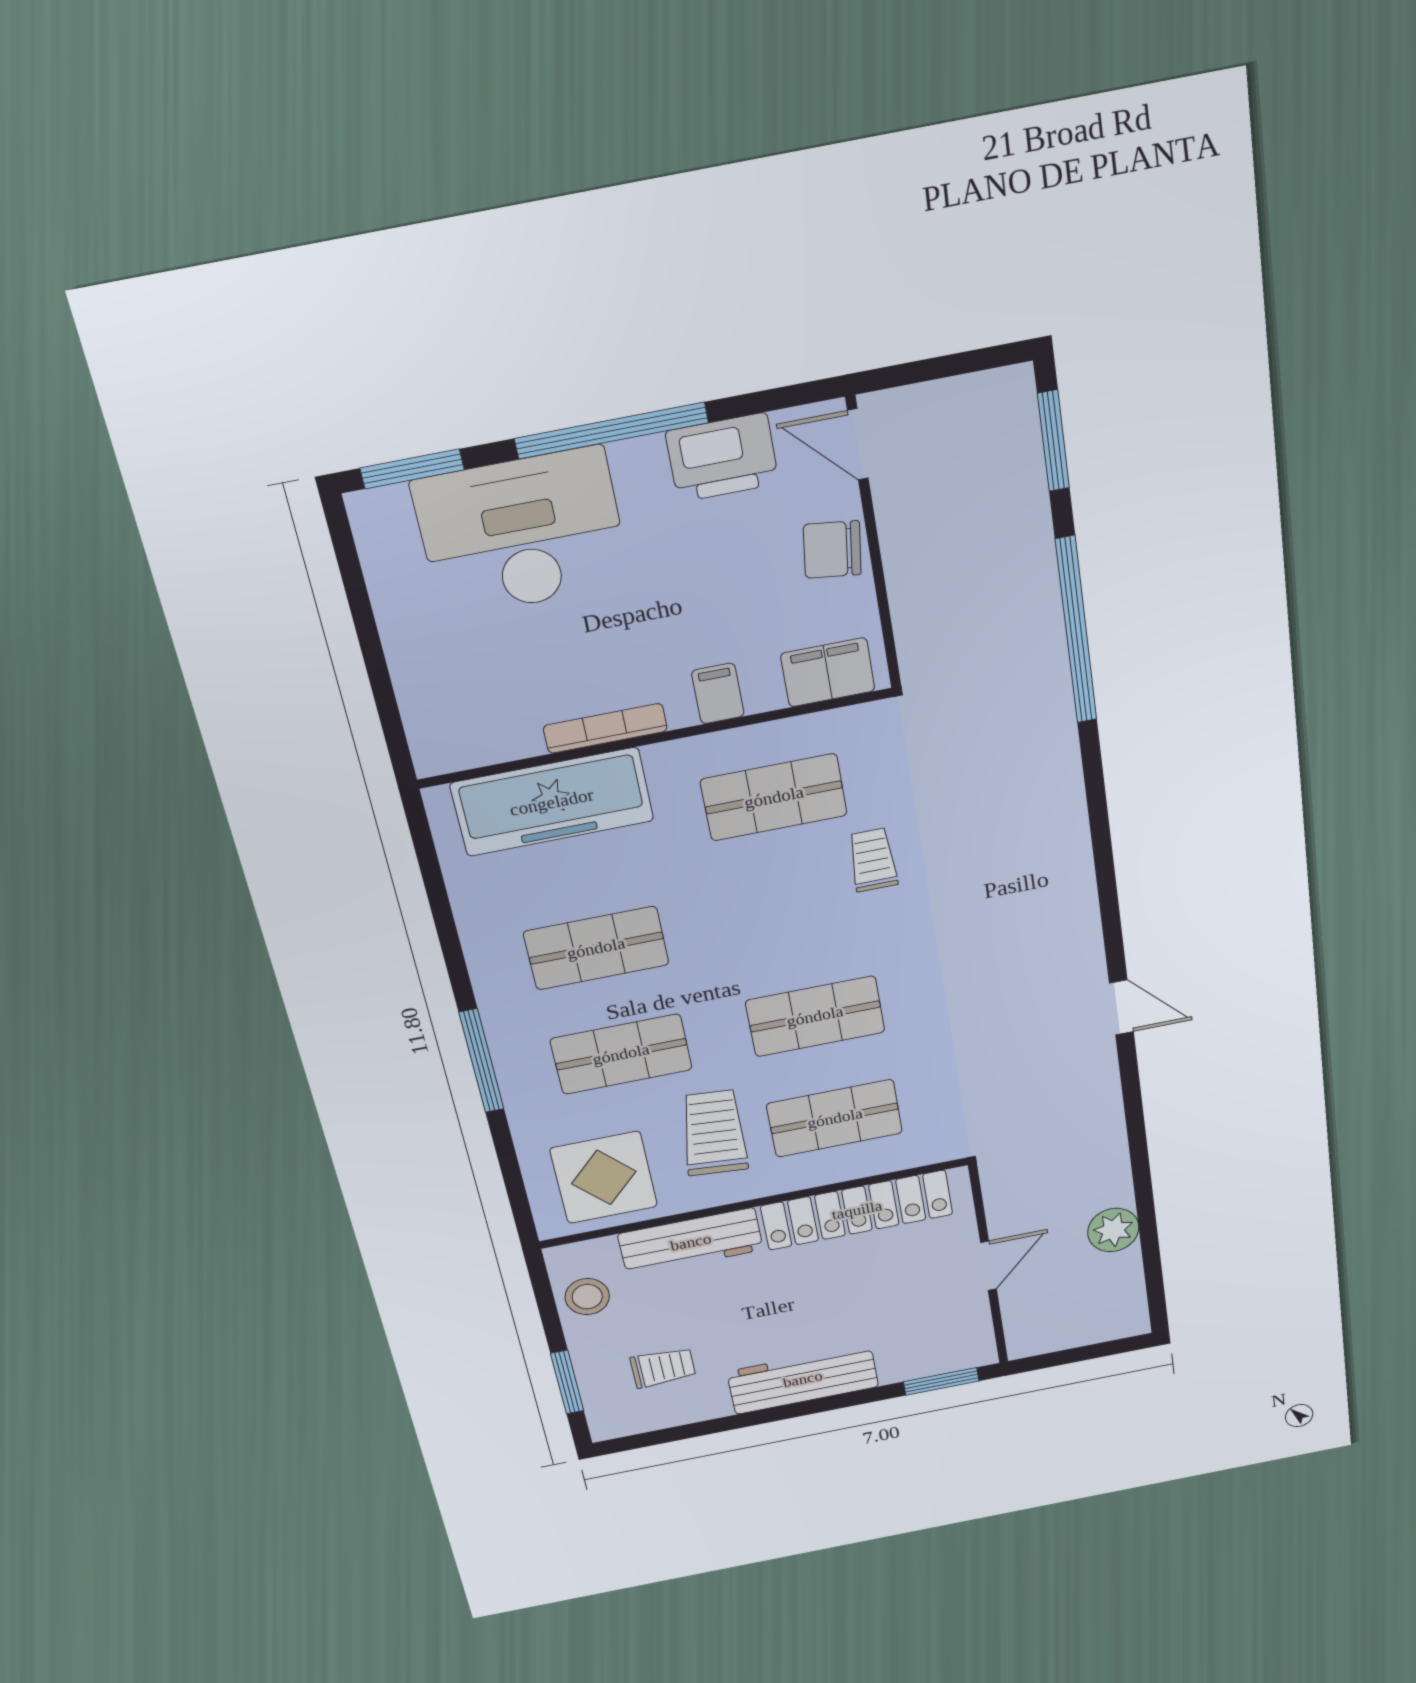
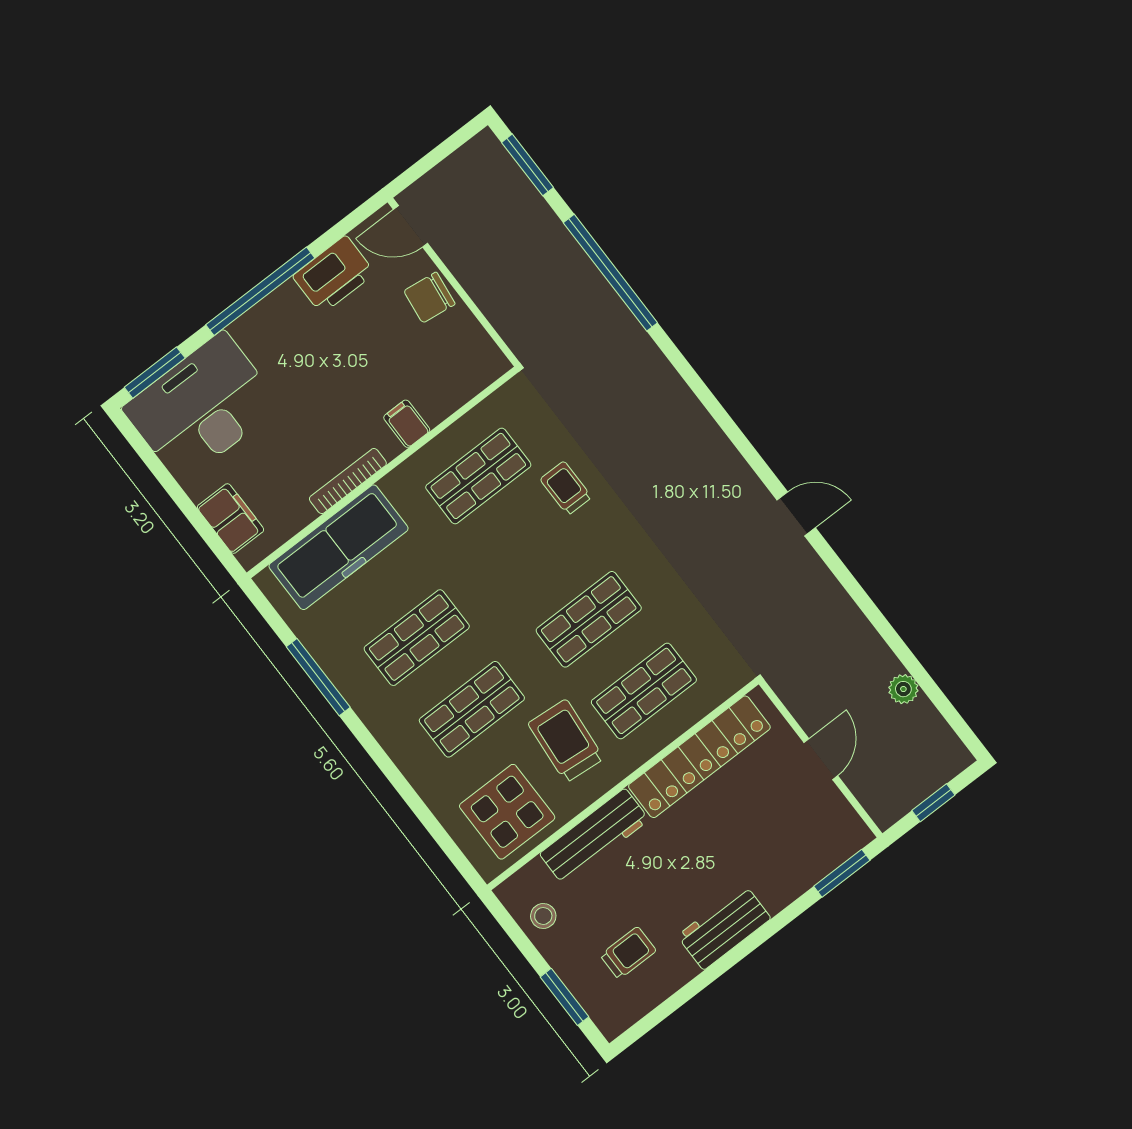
desk: (522, 533) -> (202, 407), moved
filing cabinet: (828, 672) -> (231, 519), moved, turned 90
window: (481, 1061) -> (318, 677), moved
plant: (1113, 1230) -> (903, 689), width x0.73, depth x0.73
stool: (587, 1297) -> (543, 916), width x0.73, depth x0.73
window: (1080, 1354) -> (933, 803), added
workbench: (803, 1379) -> (724, 927), width x0.73

